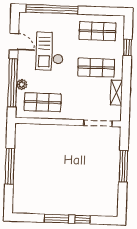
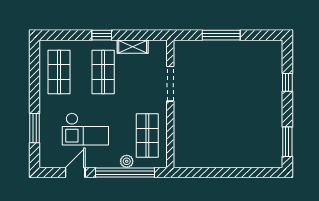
window: (52, 9) -> (34, 128), width x0.47
window: (127, 47) -> (102, 35), moved
doorway: (98, 123) -> (170, 84), moved
window: (10, 166) -> (226, 172), removed
window: (56, 219) -> (287, 142), moved

